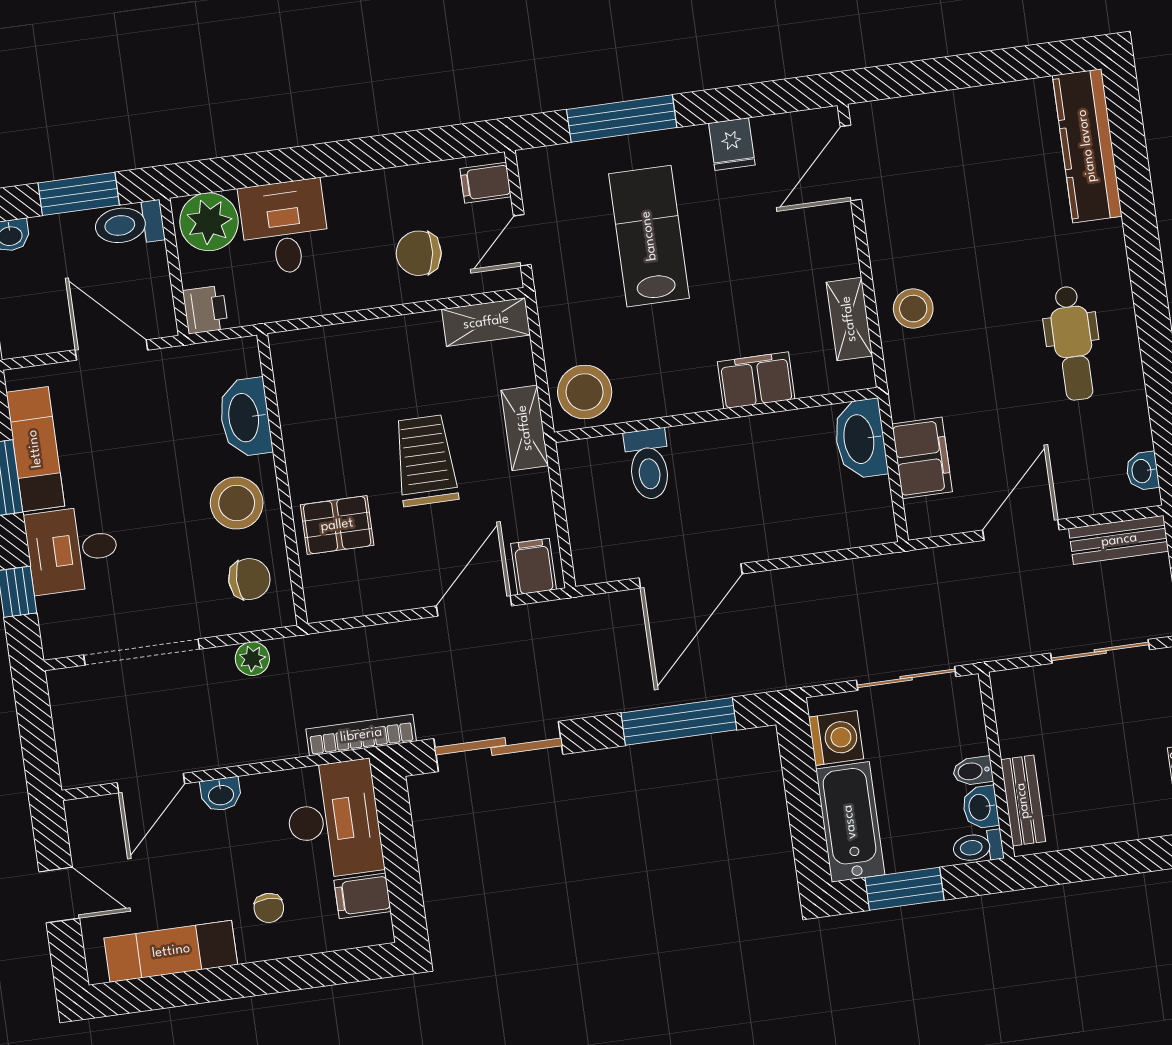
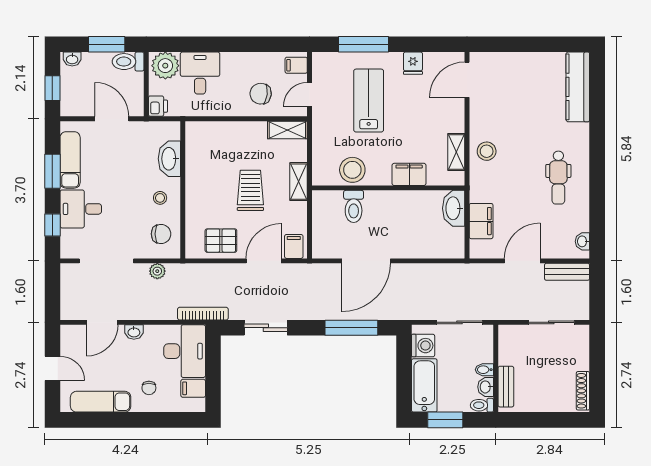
stool: (585, 392) -> (352, 170), moved
stool: (237, 503) -> (160, 198), width x0.53, depth x0.53
pallet: (337, 525) -> (221, 241), moved
sliding door: (498, 746) -> (266, 328), width x0.73

